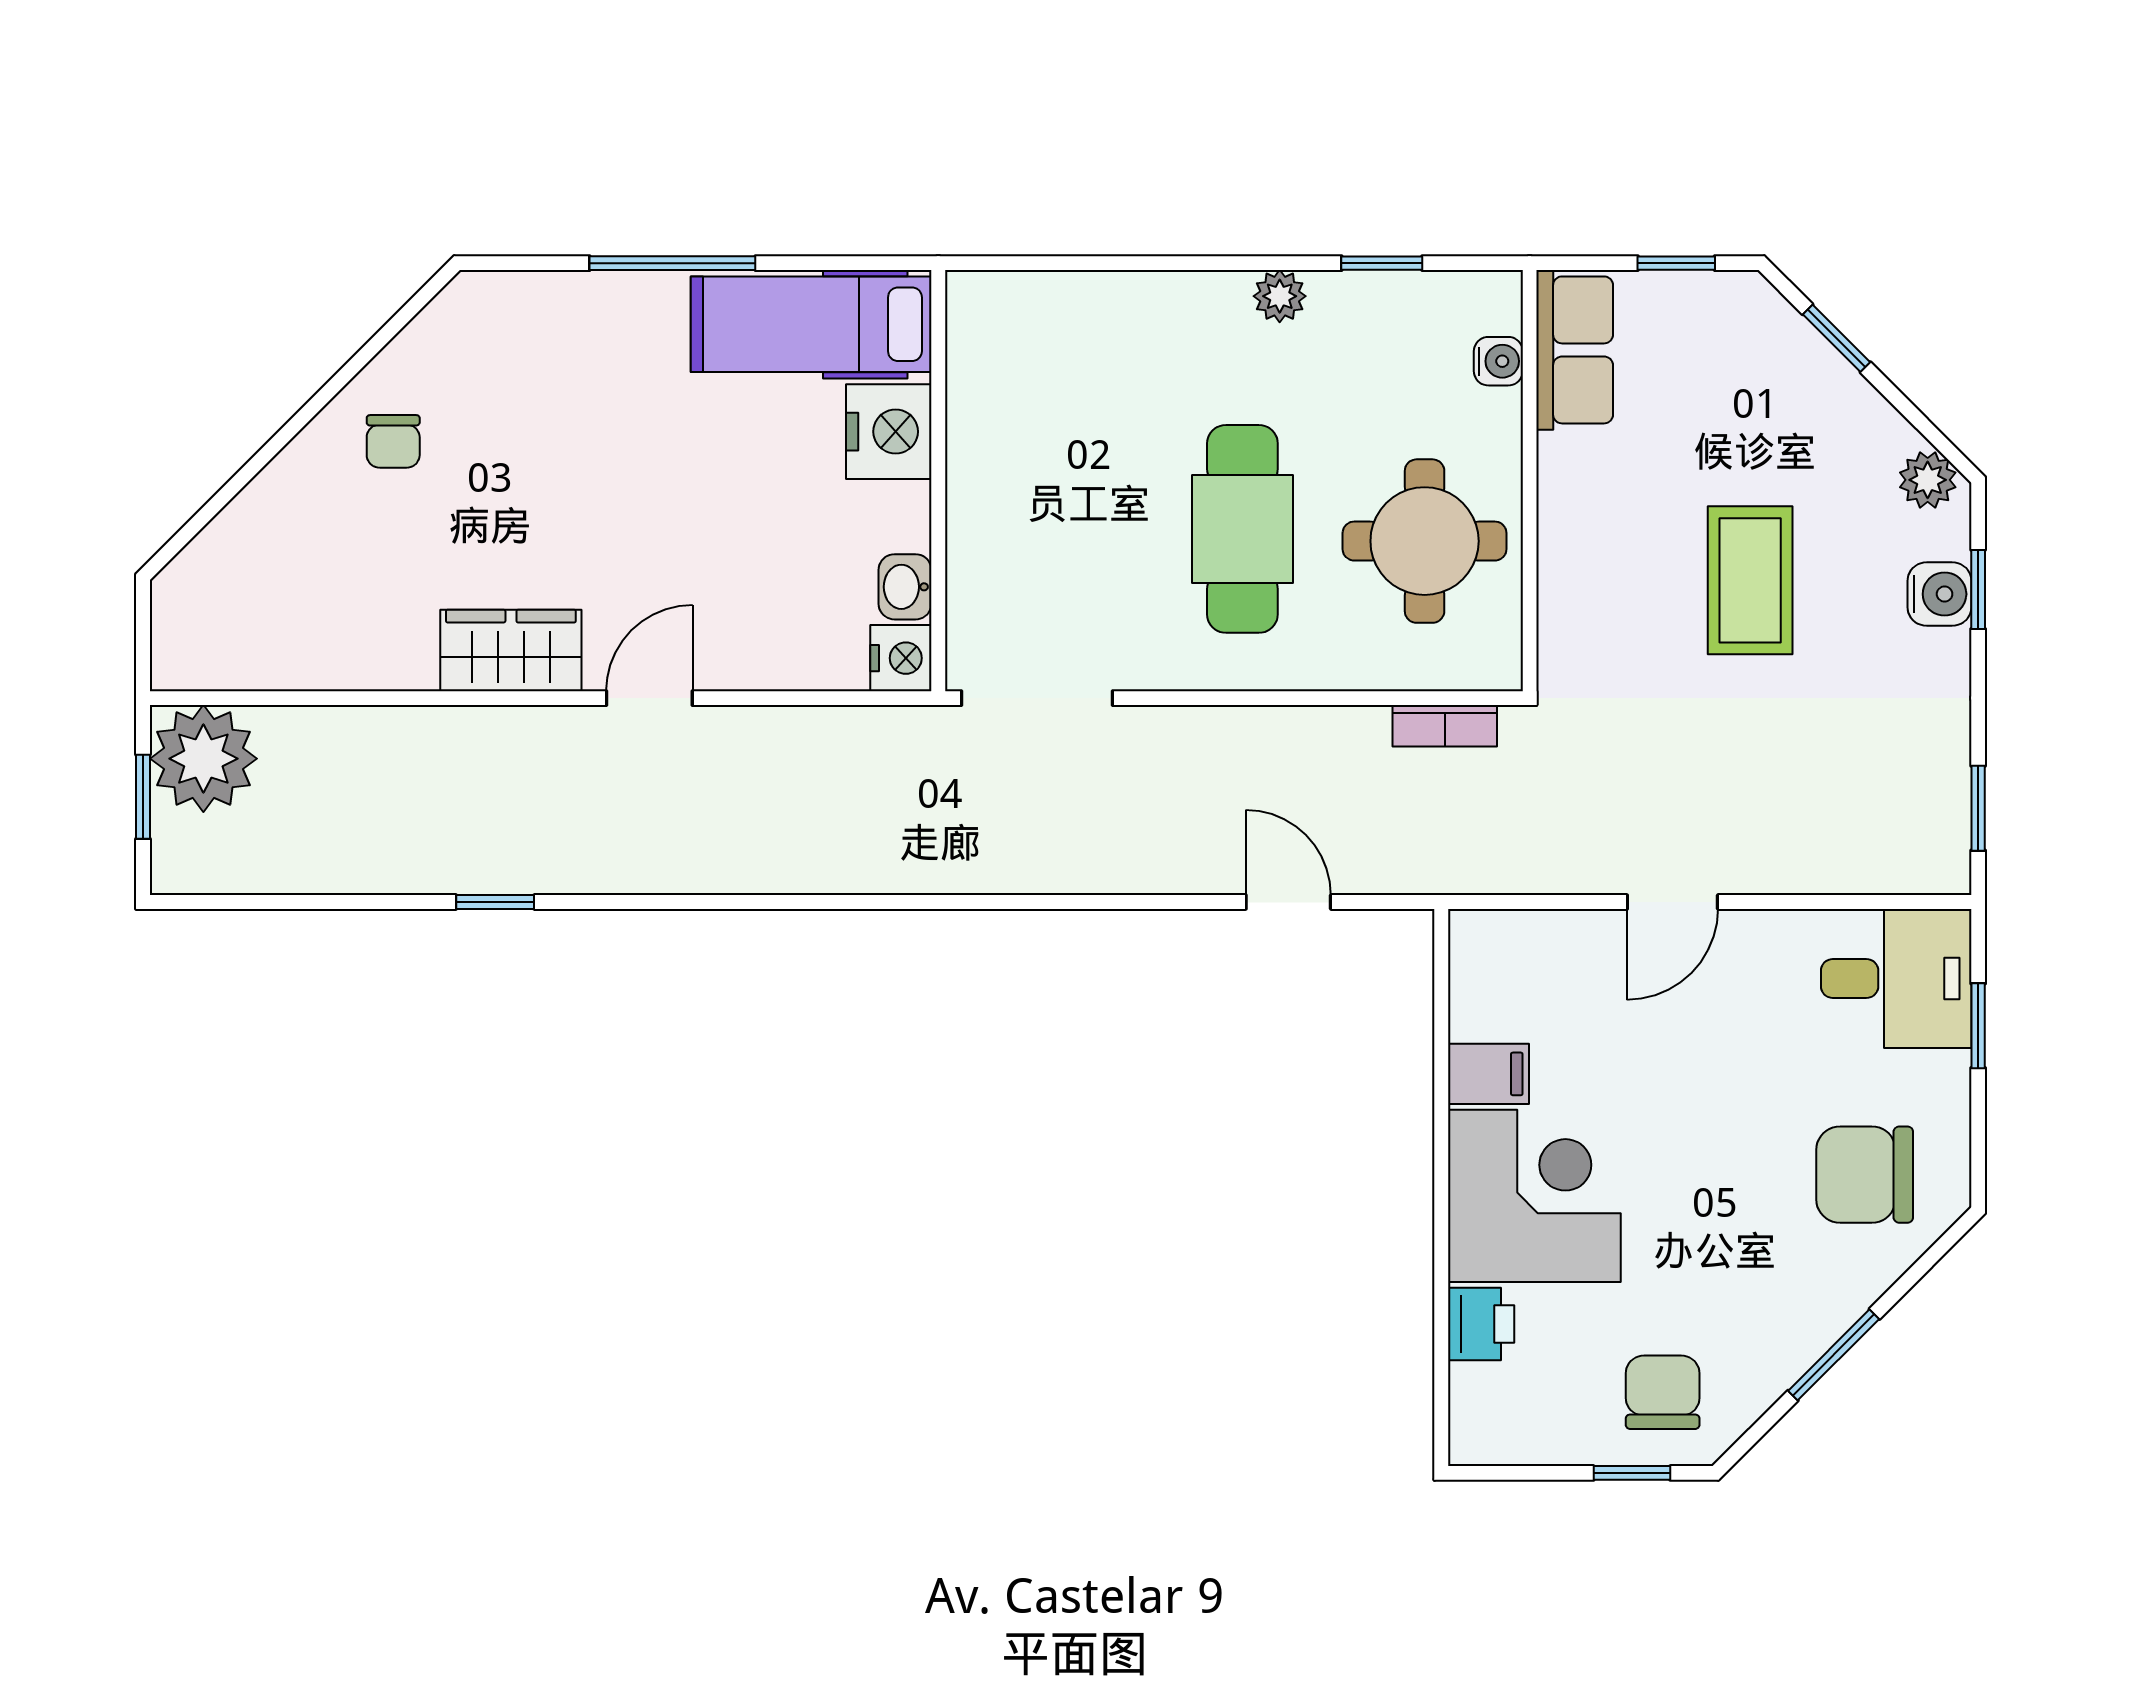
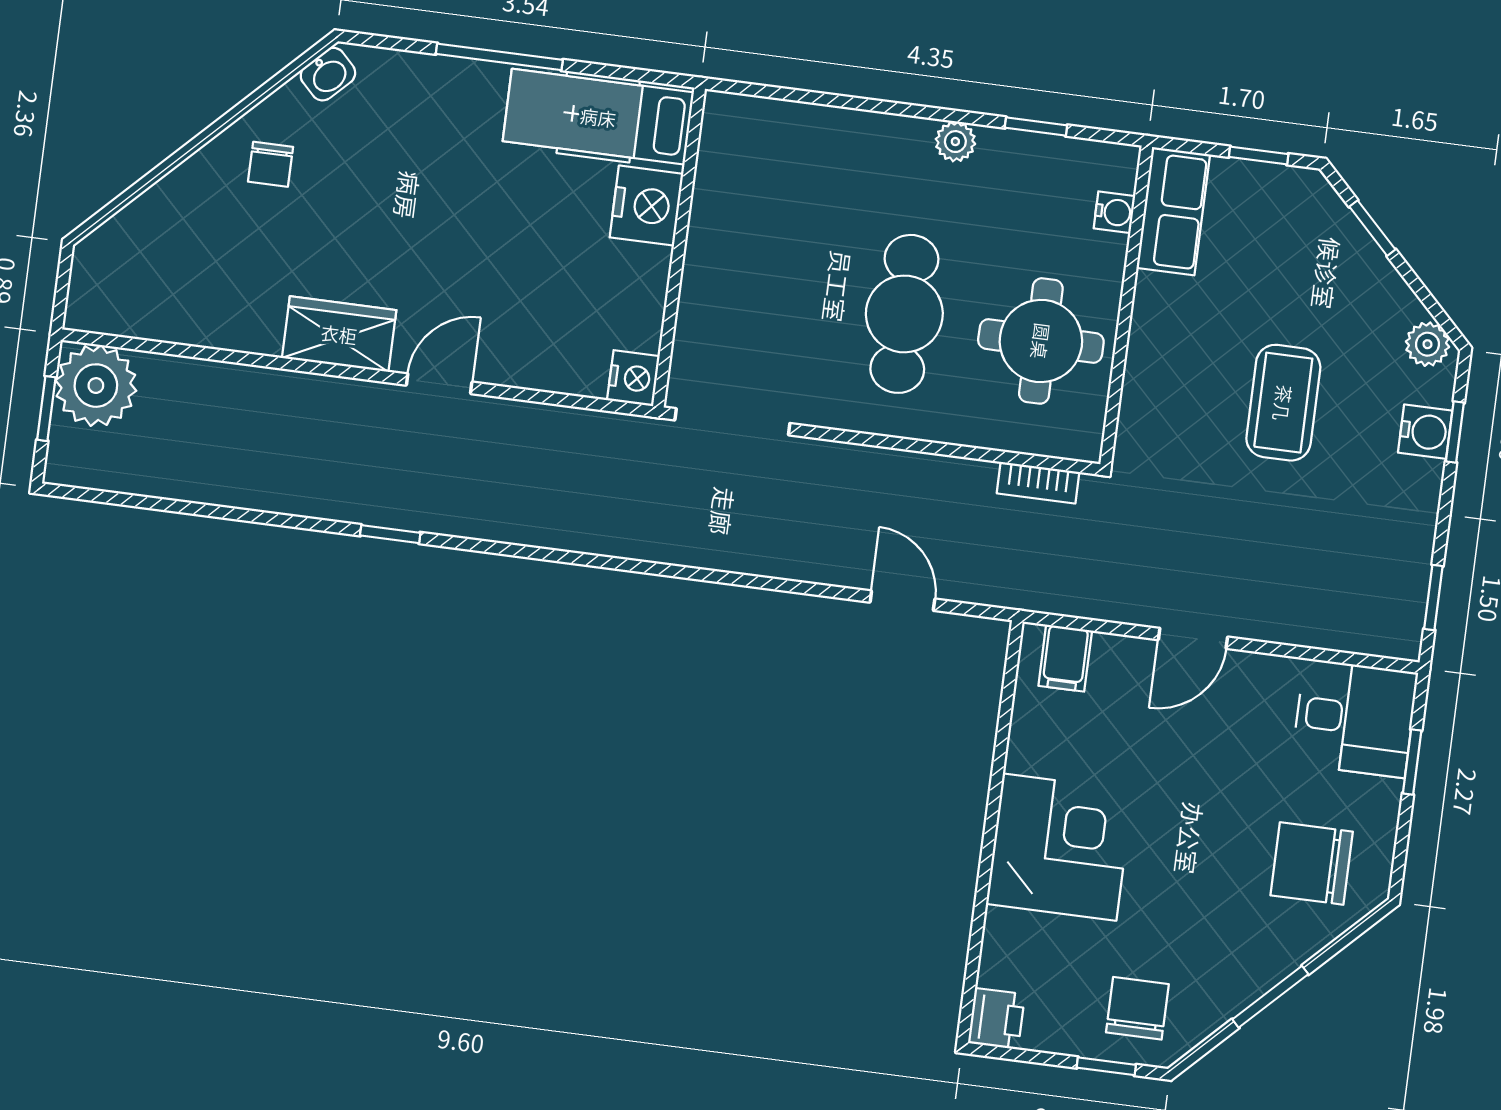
washbasin: (905, 587) -> (328, 74), moved, turned -135
window: (495, 902) -> (390, 534), moved
filing cabinet: (1488, 1074) -> (1065, 658), moved, turned 90
printer: (1481, 1324) -> (996, 1019), moved

